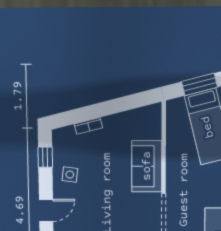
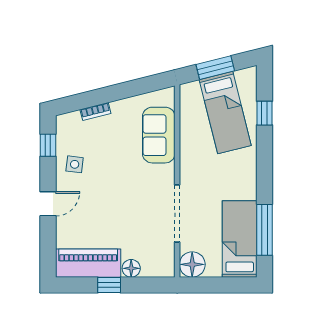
sofa: (147, 166) -> (159, 135), moved

